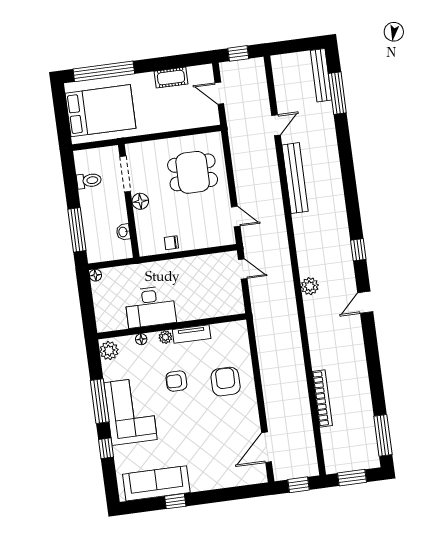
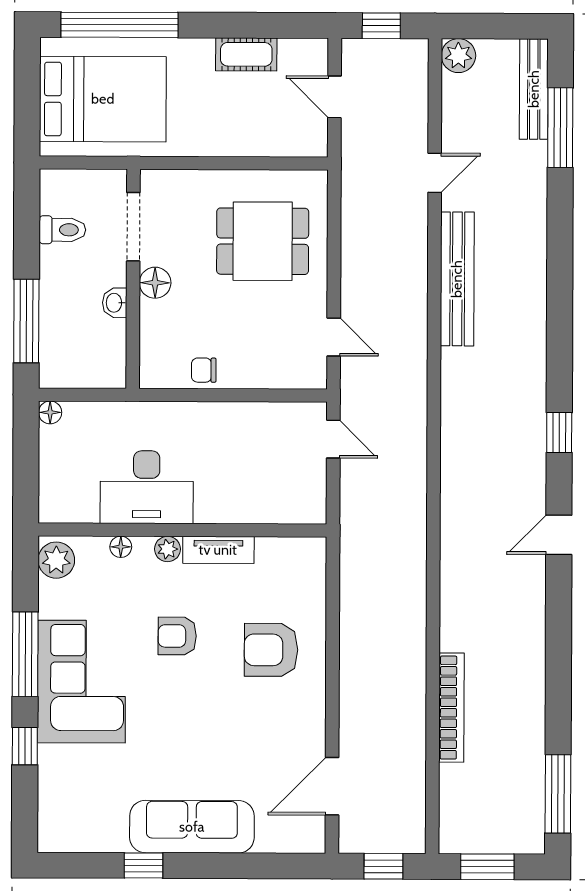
washbasin: (123, 232) -> (115, 303), moved
plant: (310, 286) -> (458, 56), moved
armchair: (226, 382) -> (271, 650), turned -90
sofa: (156, 483) -> (192, 827), moved

